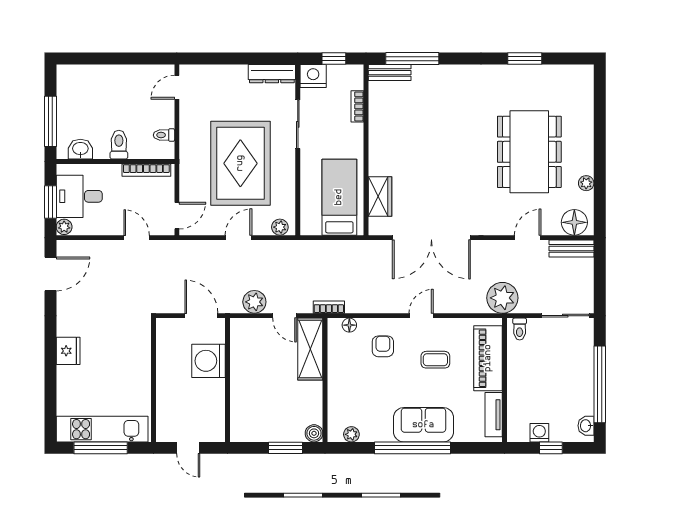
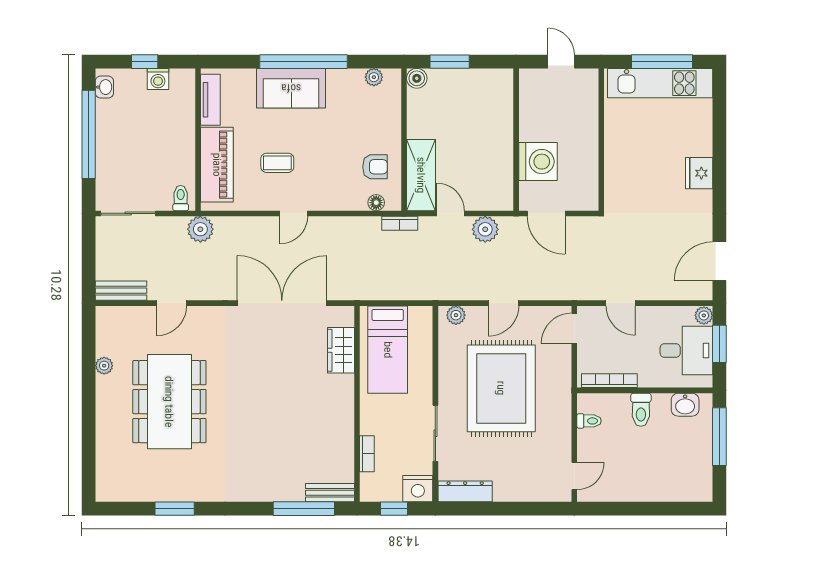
floor lamp: (574, 222) -> (118, 321), removed
plant: (502, 298) -> (200, 229), width x0.73, depth x0.73
armchair: (383, 346) -> (375, 167), moved, turned -90

